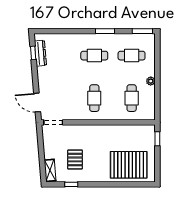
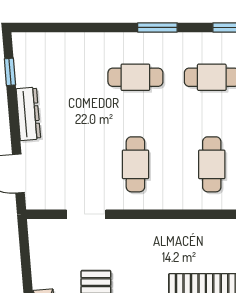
dresser: (40, 53) -> (28, 114), moved
doorway: (53, 122) -> (86, 214), moved

